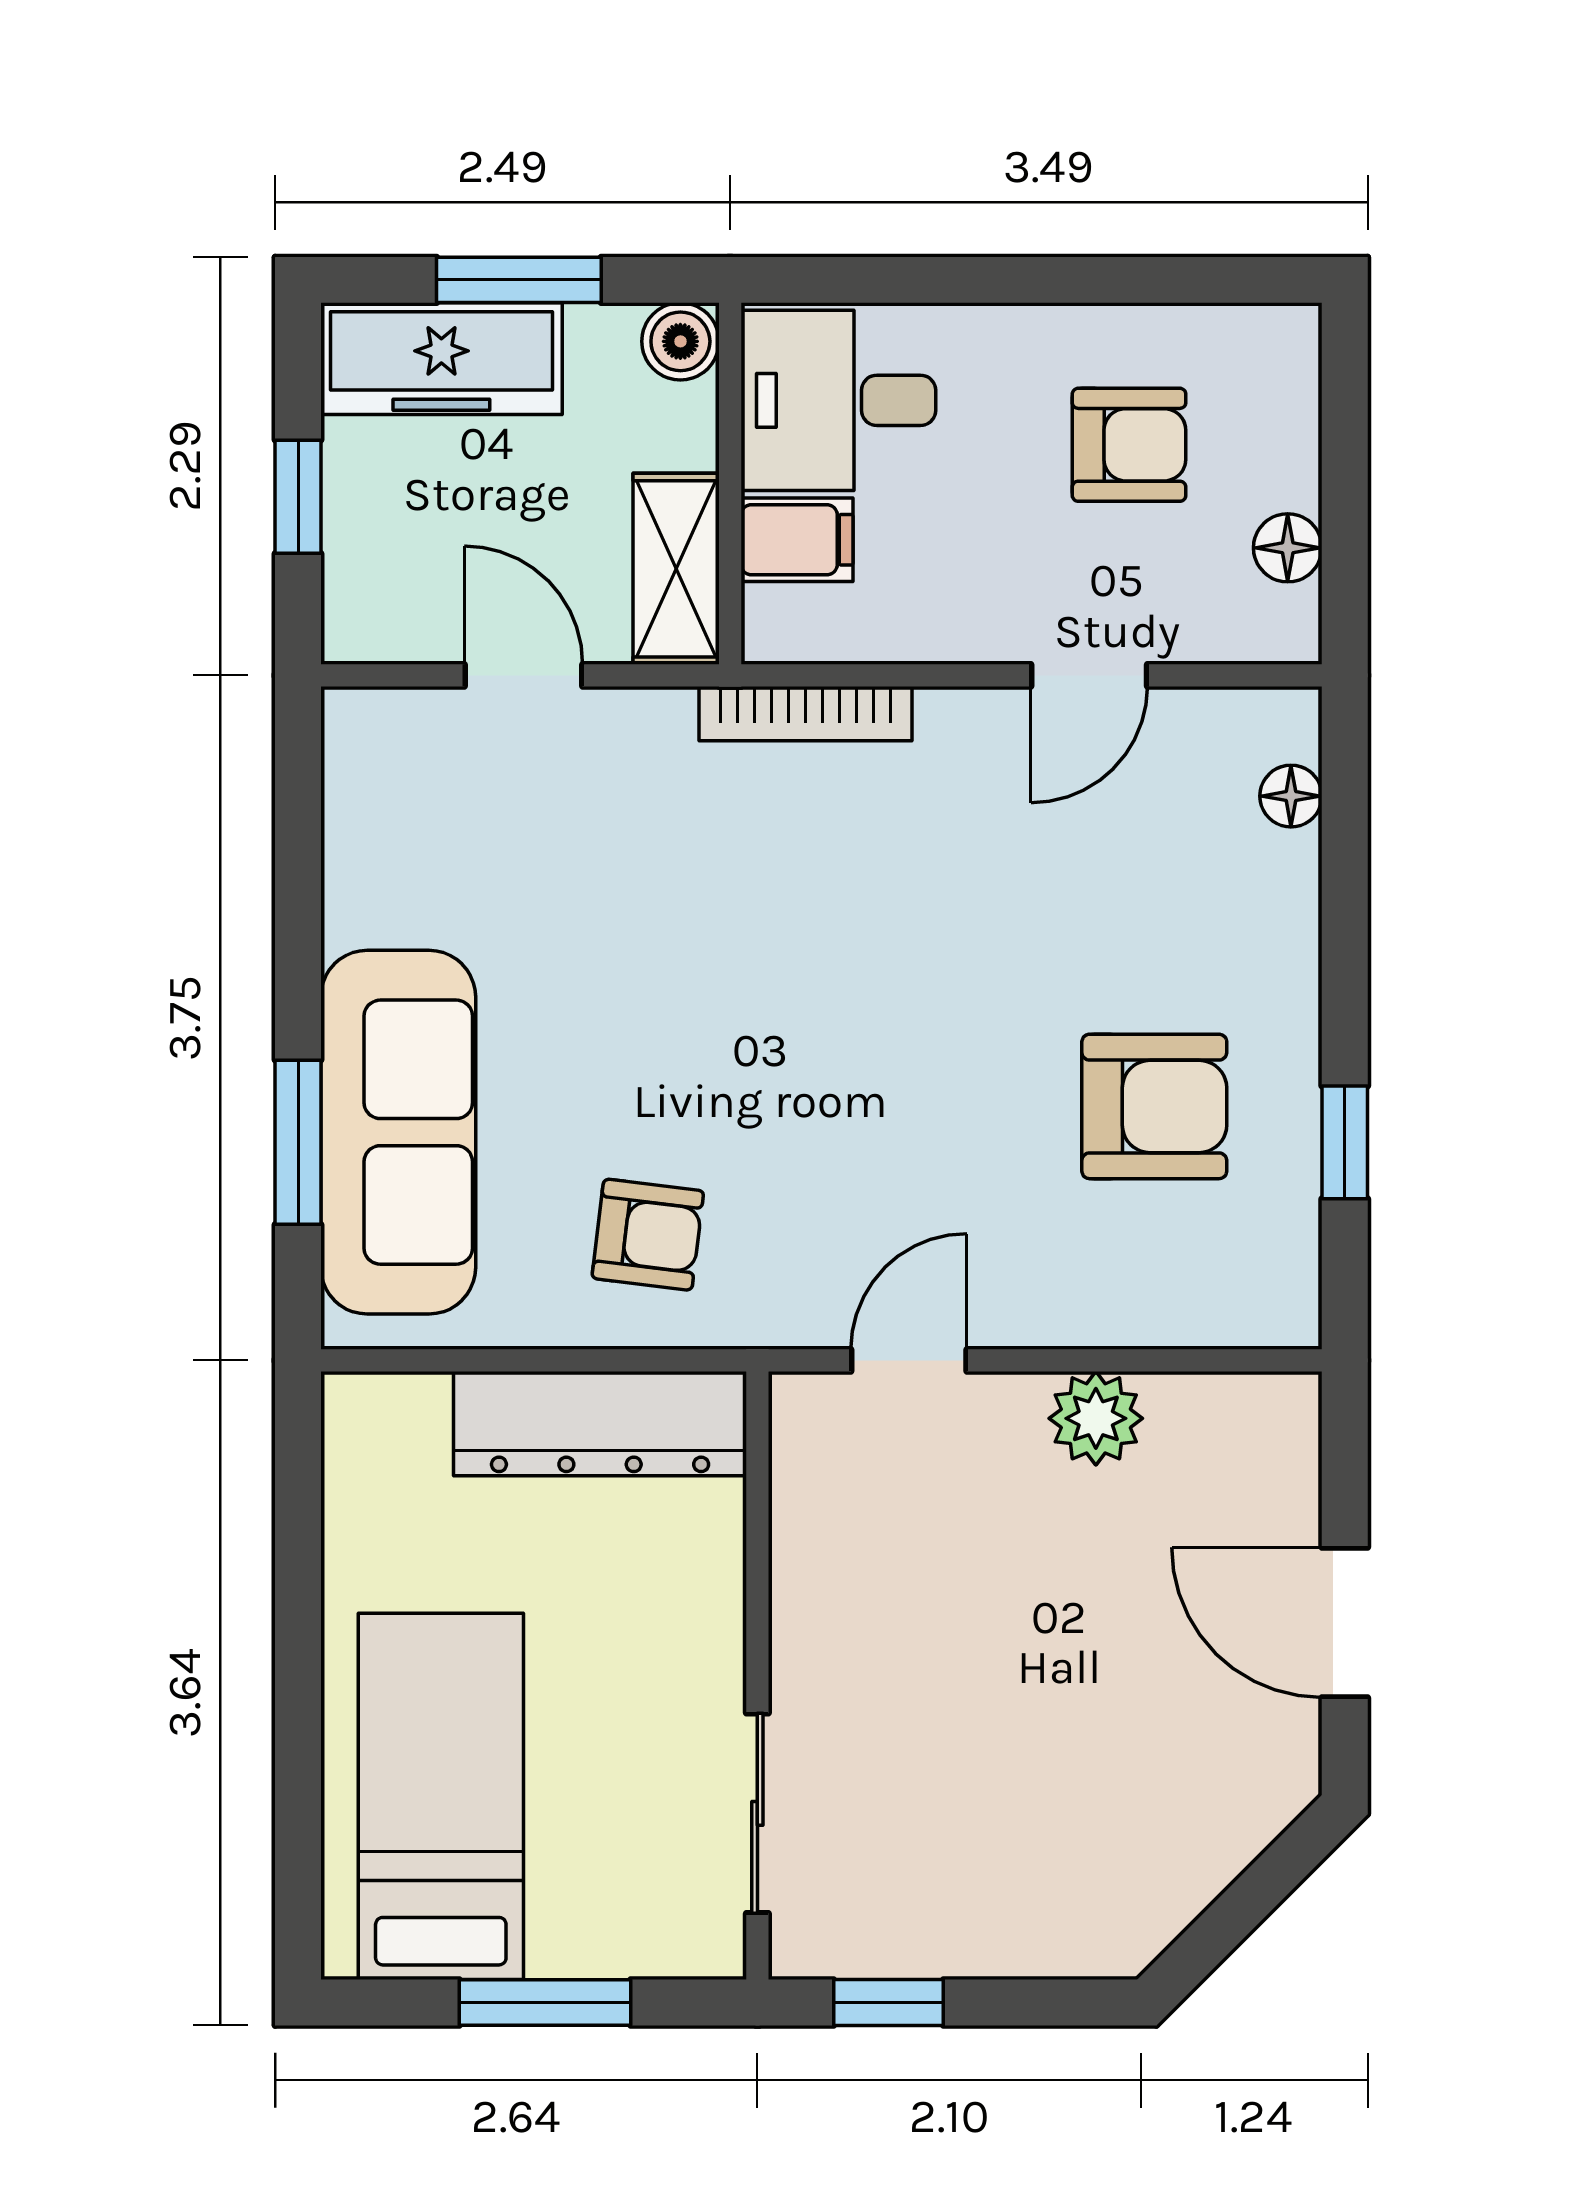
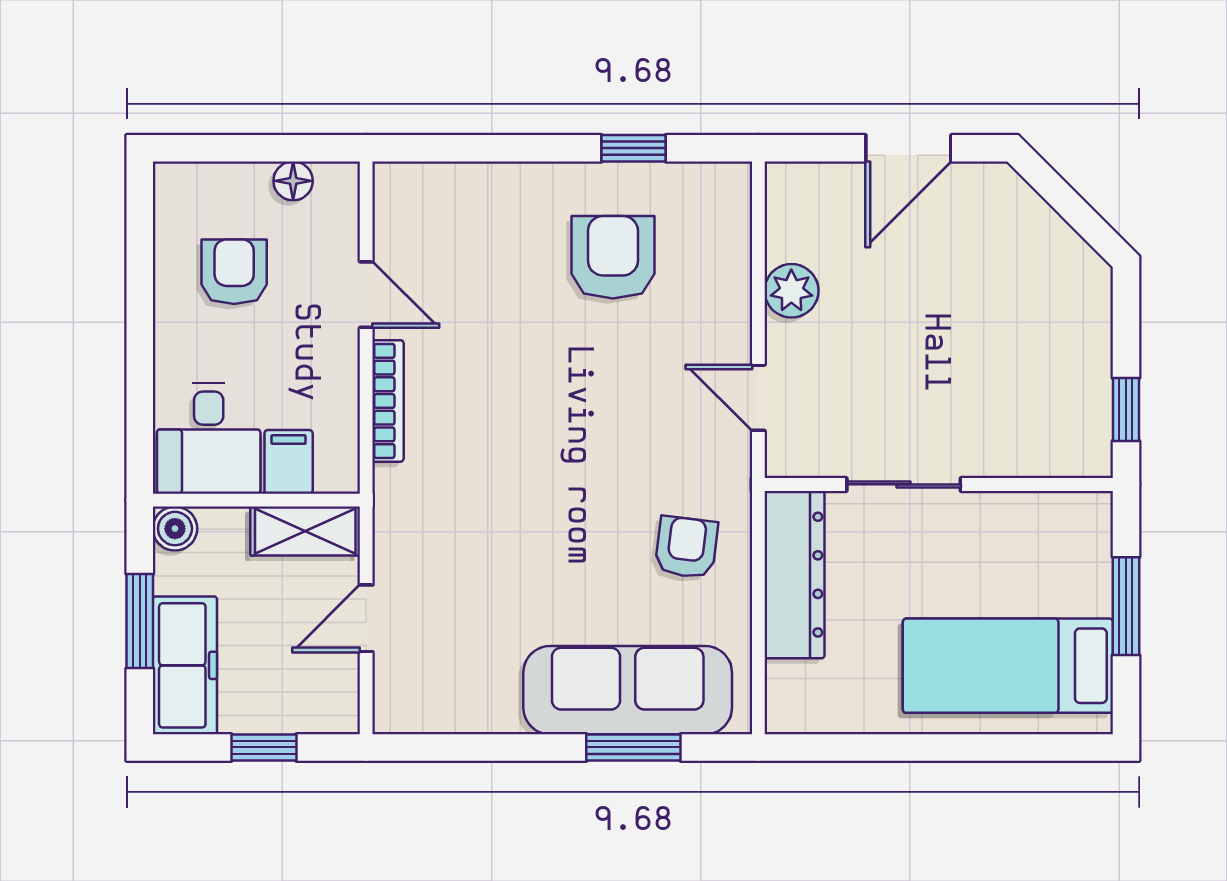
bookcase: (806, 714) -> (388, 401), moved
floor lamp: (1291, 796) -> (435, 179), removed
sliding door: (757, 1813) -> (904, 484), moved

